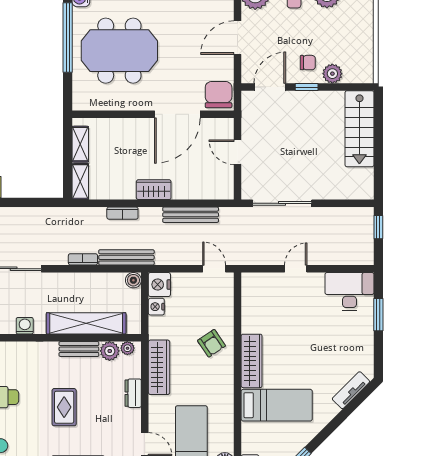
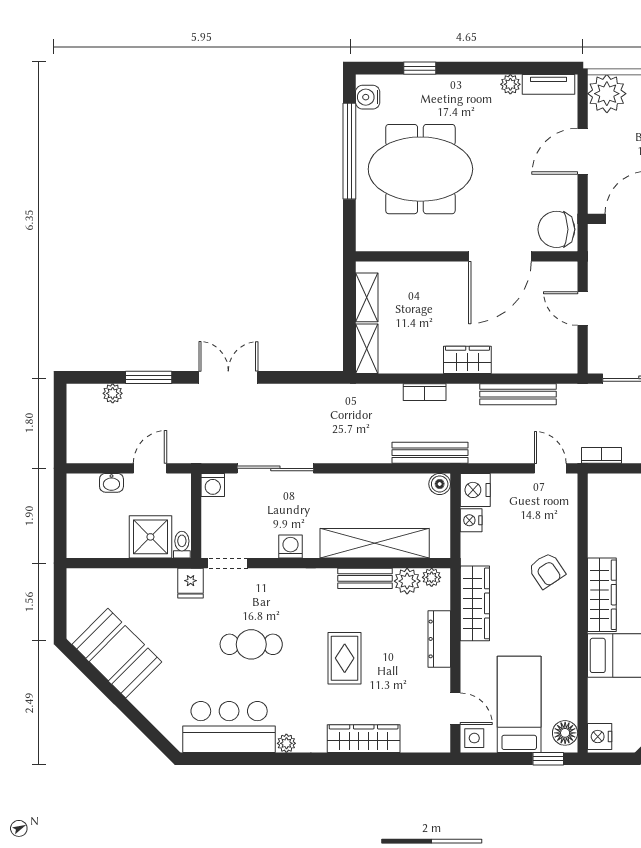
chair: (219, 95) -> (556, 229), turned -90
bookcase: (83, 259) -> (602, 455), moved
dresser: (133, 393) -> (439, 639), width x1.44

